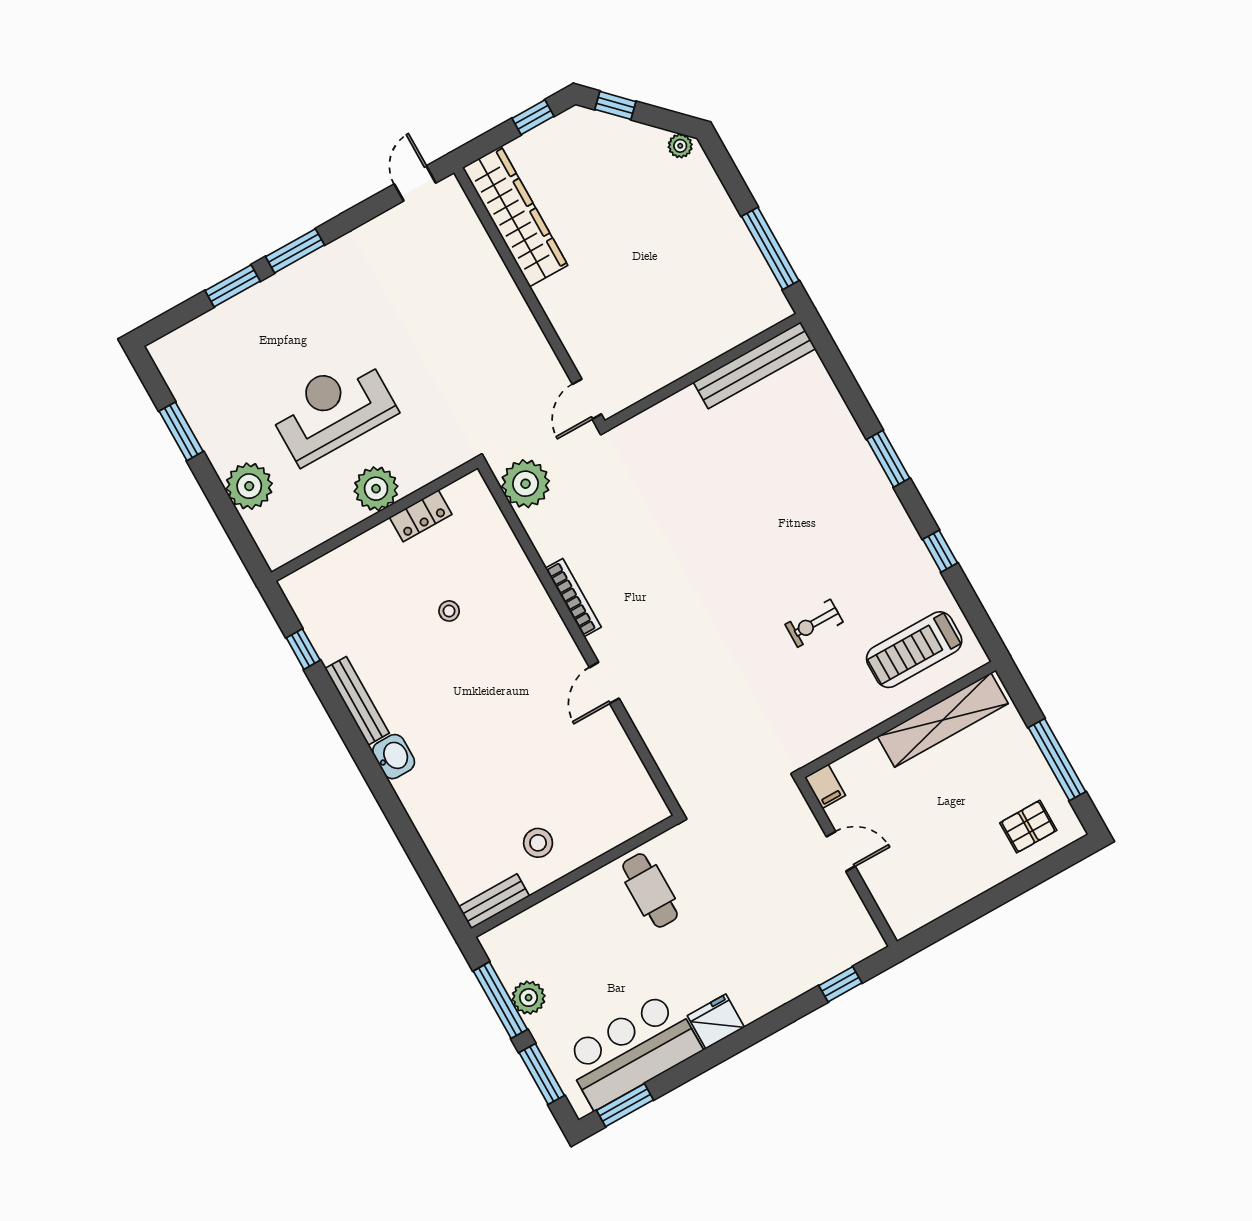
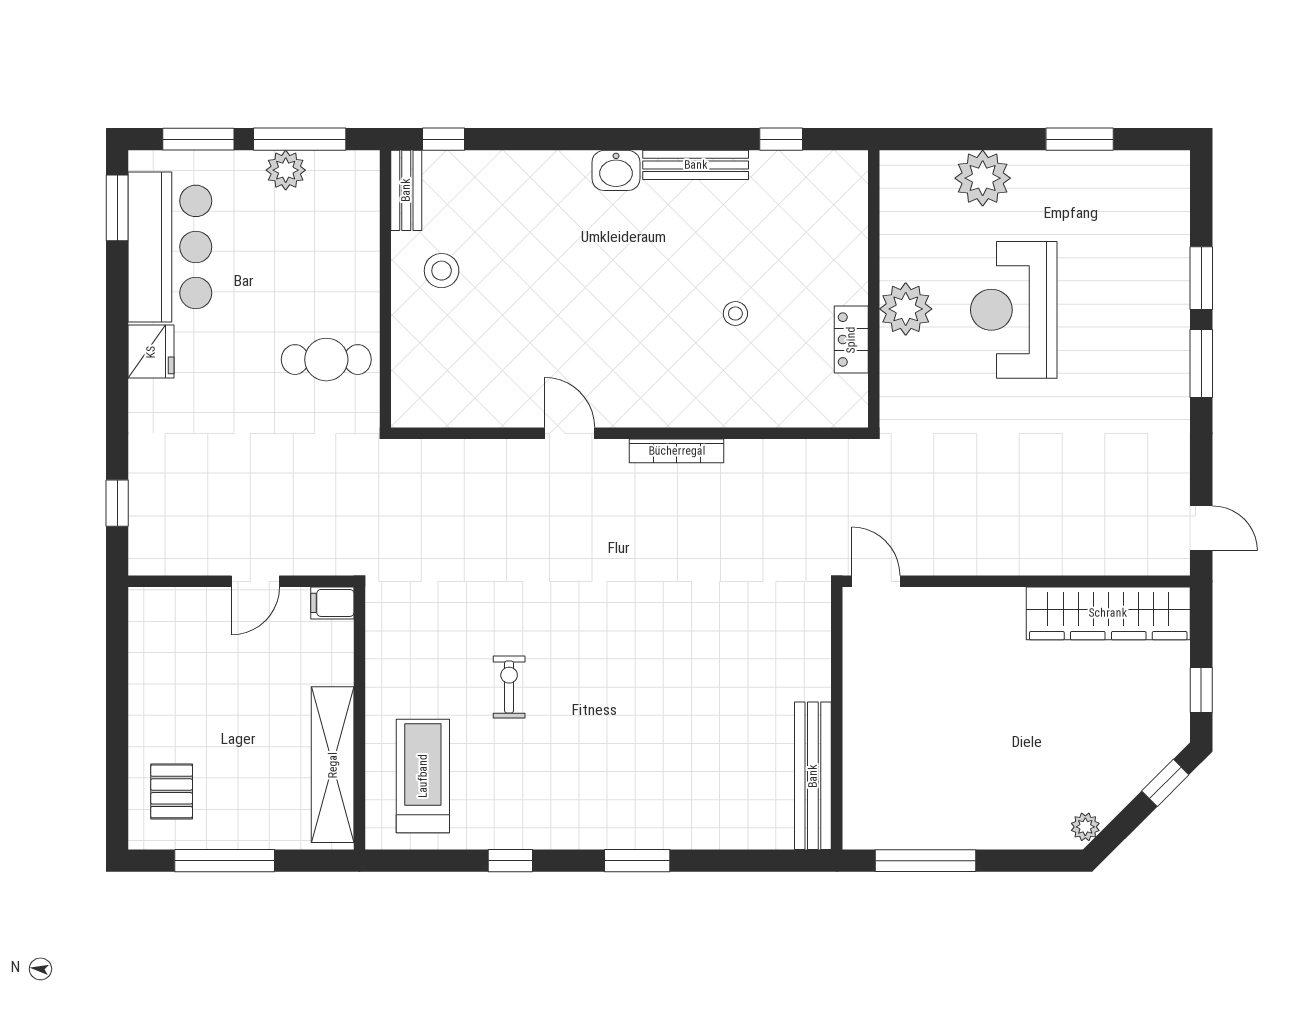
reception desk: (332, 410) -> (1014, 310), turned 180
plant: (525, 484) -> (823, 468), removed
window: (441, 895) -> (443, 139), added

